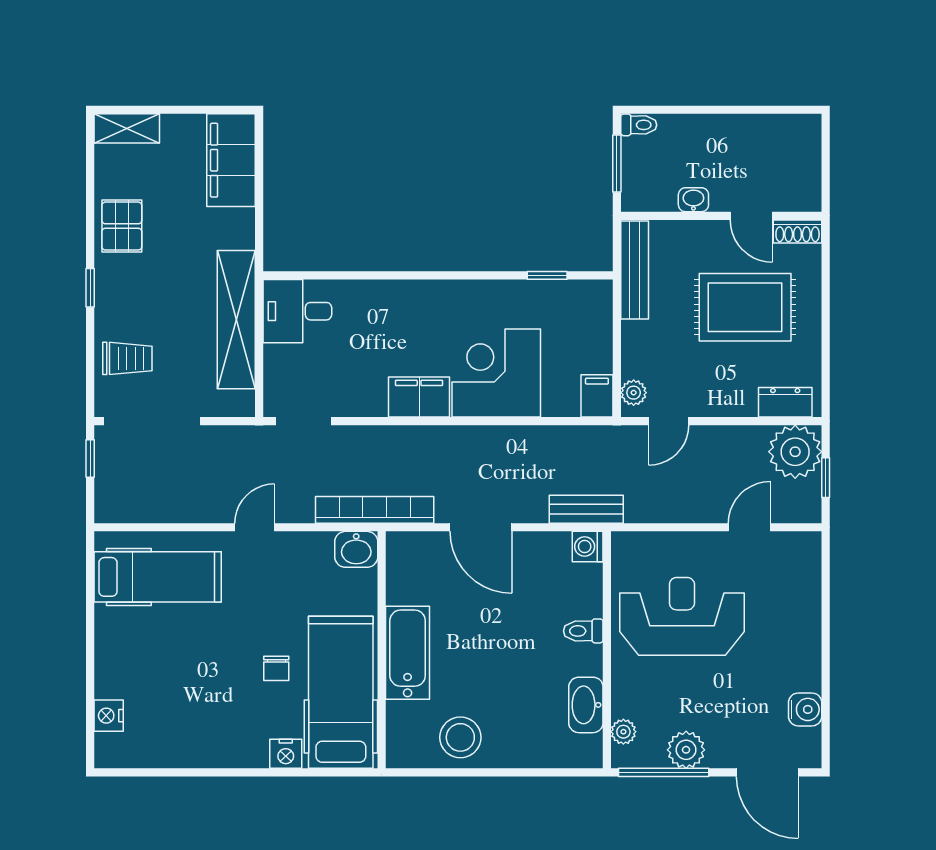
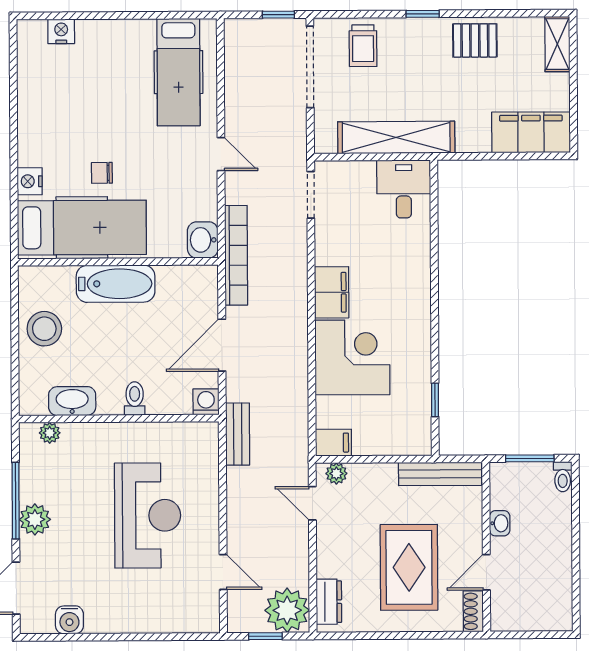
washing machine: (588, 547) -> (206, 402), moved
toilet: (583, 631) -> (135, 398), moved
wall: (607, 650) -> (119, 419), moved
washbasin: (586, 705) -> (72, 401), moved
plant: (623, 732) -> (50, 433), moved

